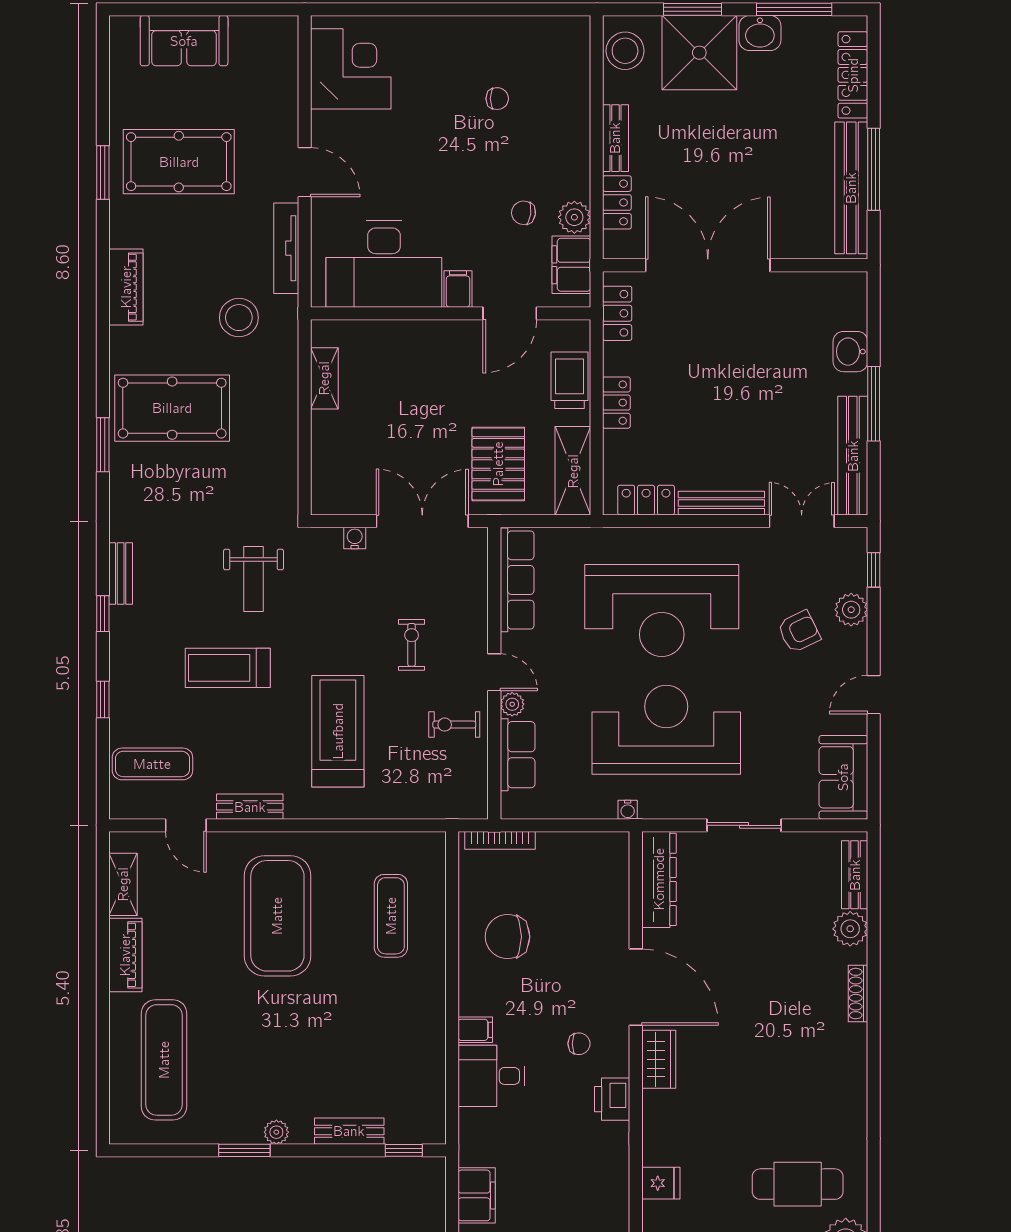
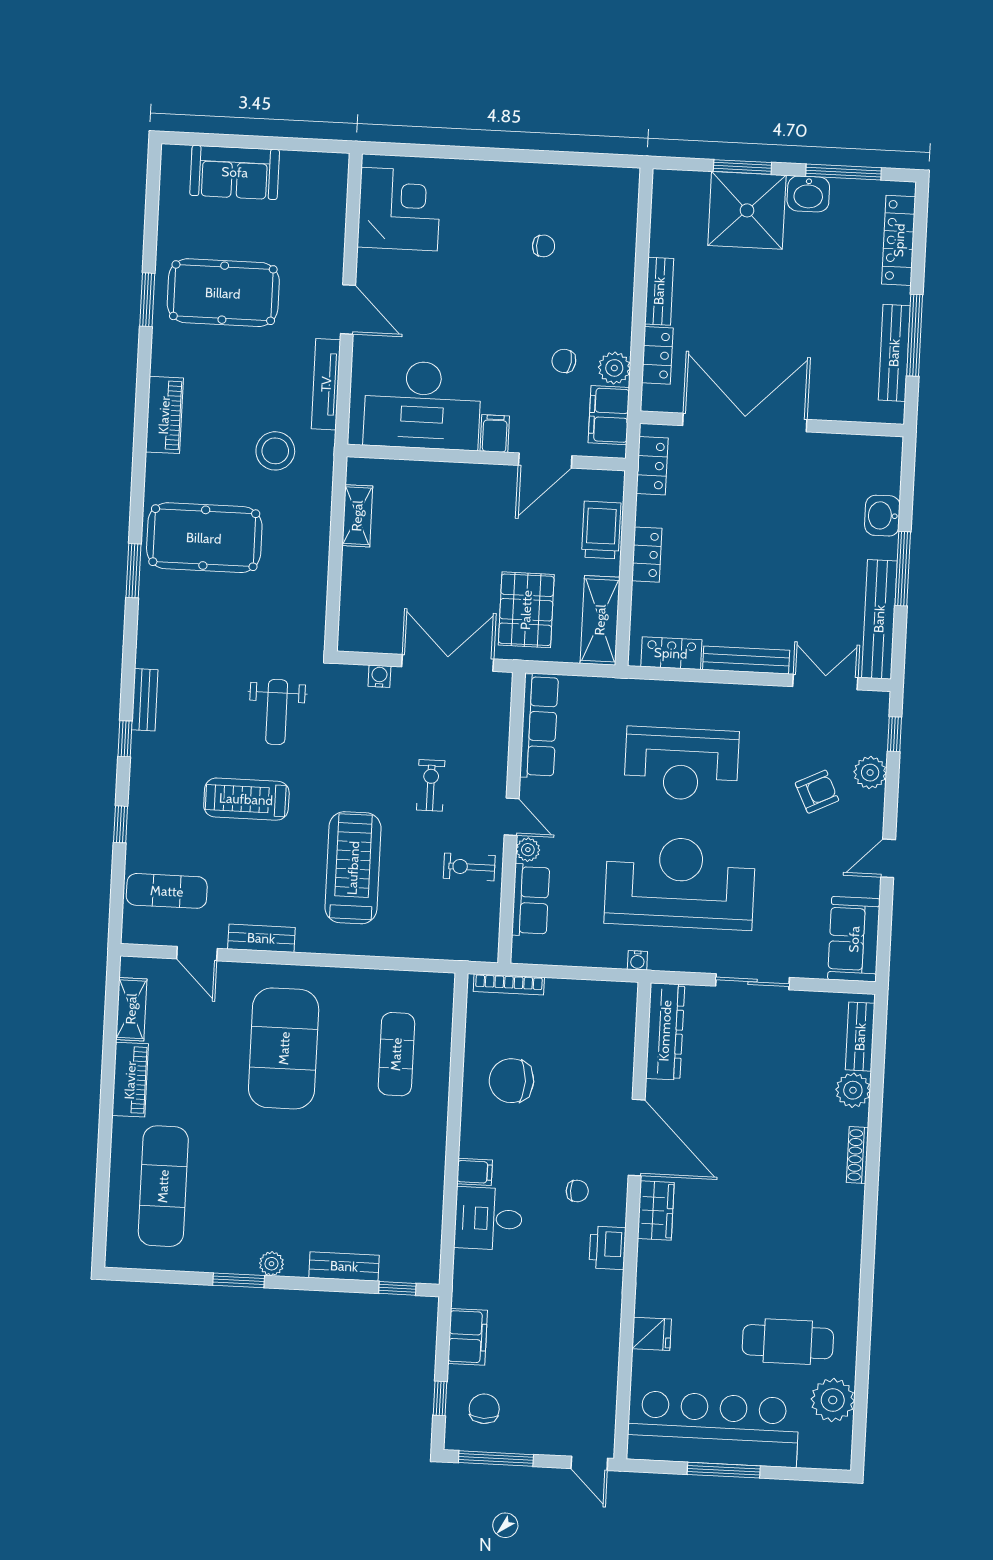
stool: (625, 51) -> (673, 205), removed
bench: (851, 188) -> (894, 353), width x0.73, depth x0.82
reception desk: (662, 610) -> (681, 764), width x0.74, depth x0.77

